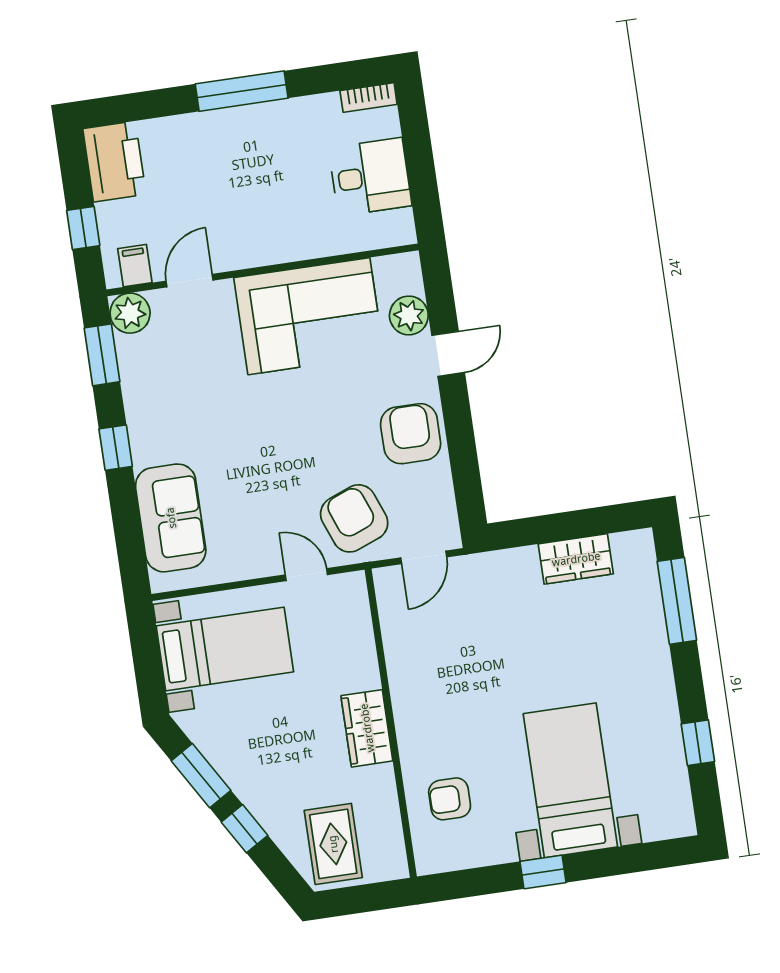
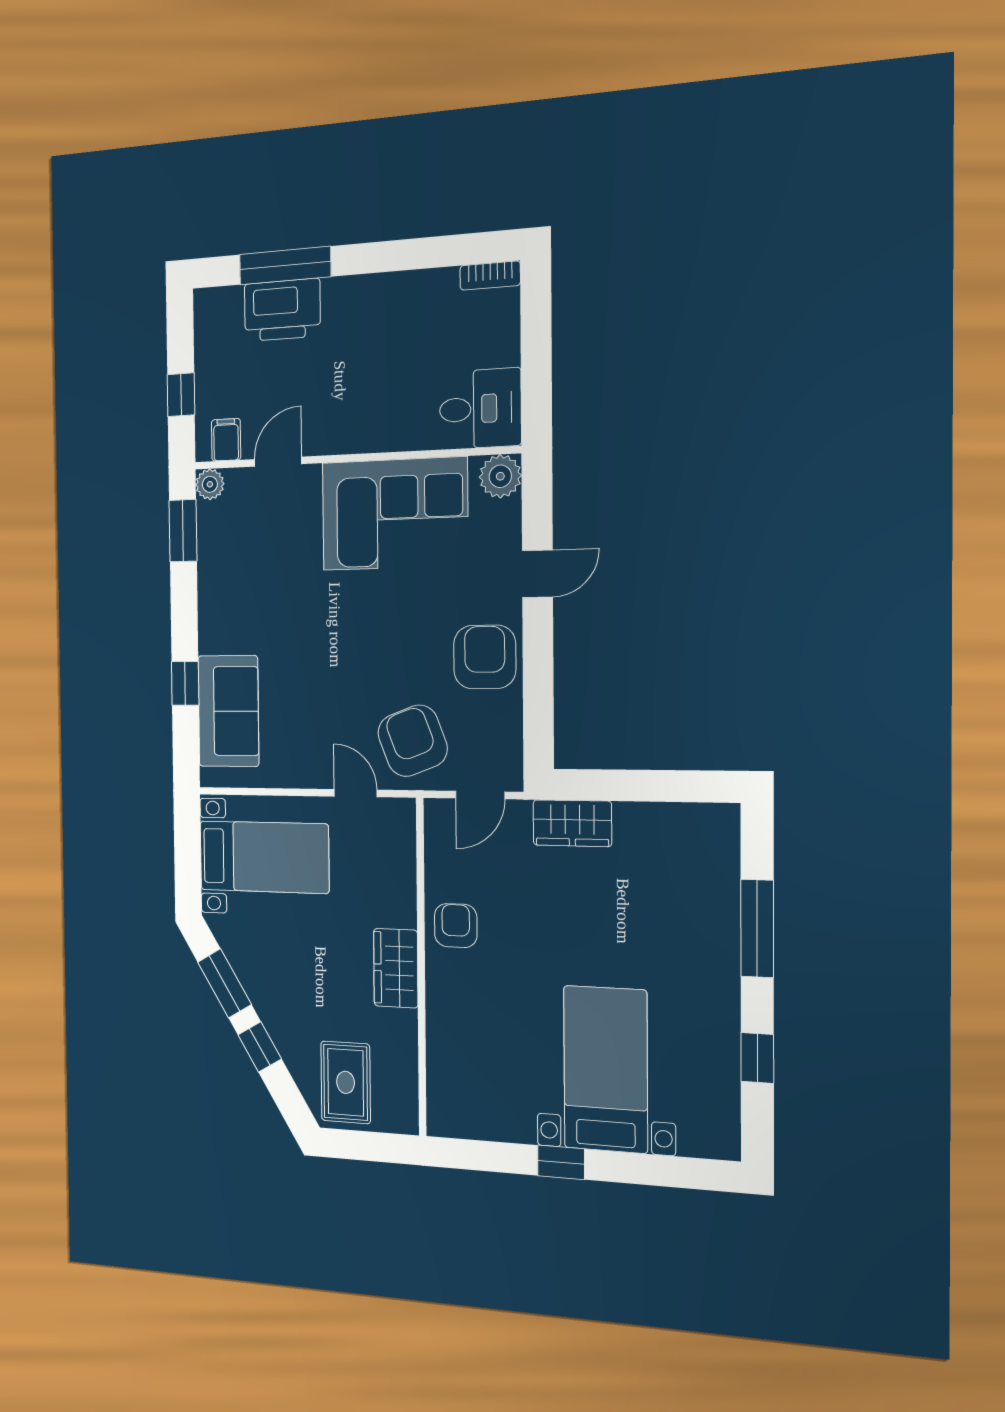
window: (242, 91) -> (285, 266), moved
printer: (114, 161) -> (282, 310), moved, turned 90
desk: (370, 177) -> (480, 409), moved
plant: (130, 313) -> (210, 484), width x0.73, depth x0.73
plant: (409, 315) -> (500, 476), moved
window: (116, 448) -> (185, 683), moved
wardrobe: (576, 559) -> (572, 823), moved
window: (677, 601) -> (757, 928), moved
armchair: (450, 799) -> (456, 926), moved, turned 90

